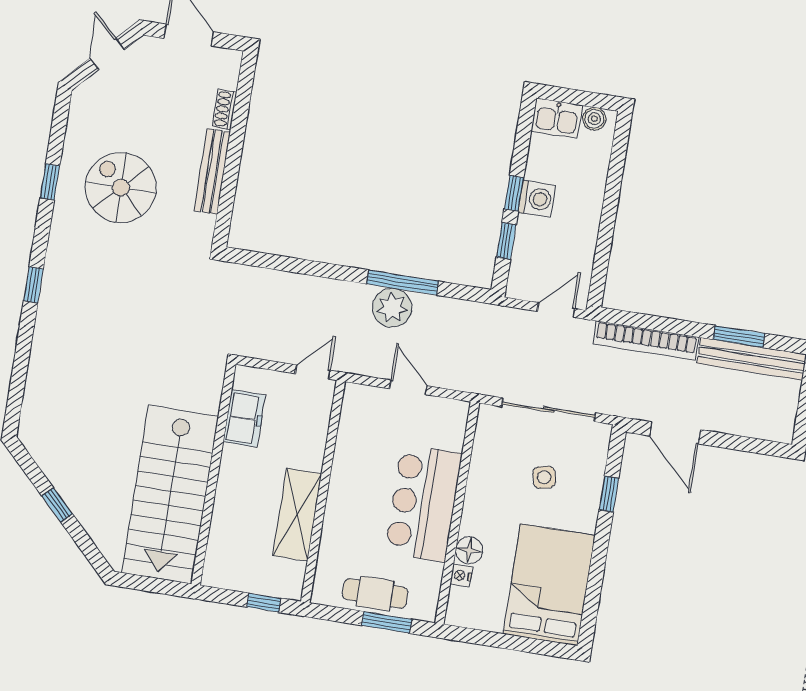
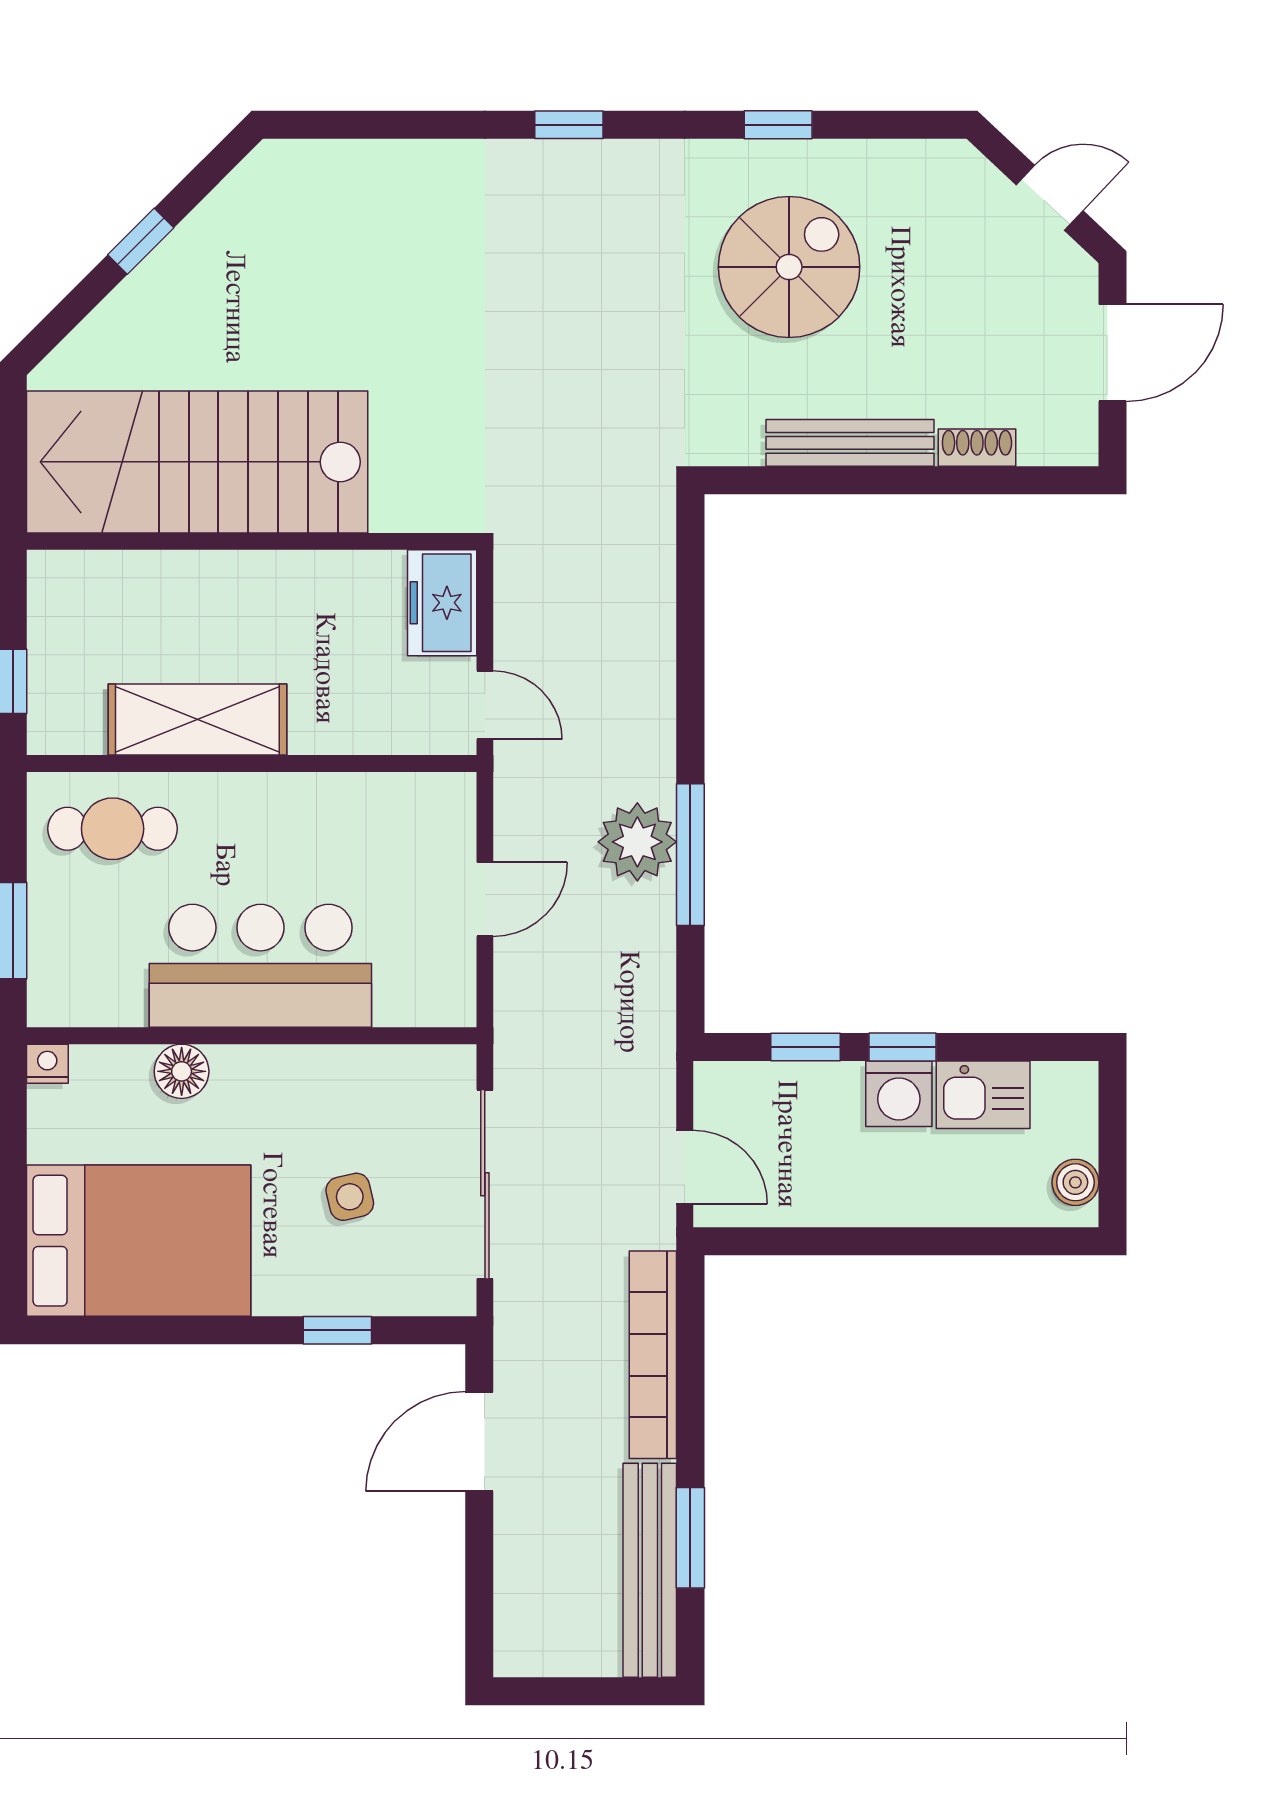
kitchen sink: (557, 118) -> (983, 1095), moved, turned -90
freezer: (244, 418) -> (442, 603), moved, turned 90
nightstand: (461, 575) -> (47, 1064), moved
cafe table: (375, 593) -> (113, 829), moved, turned 90

